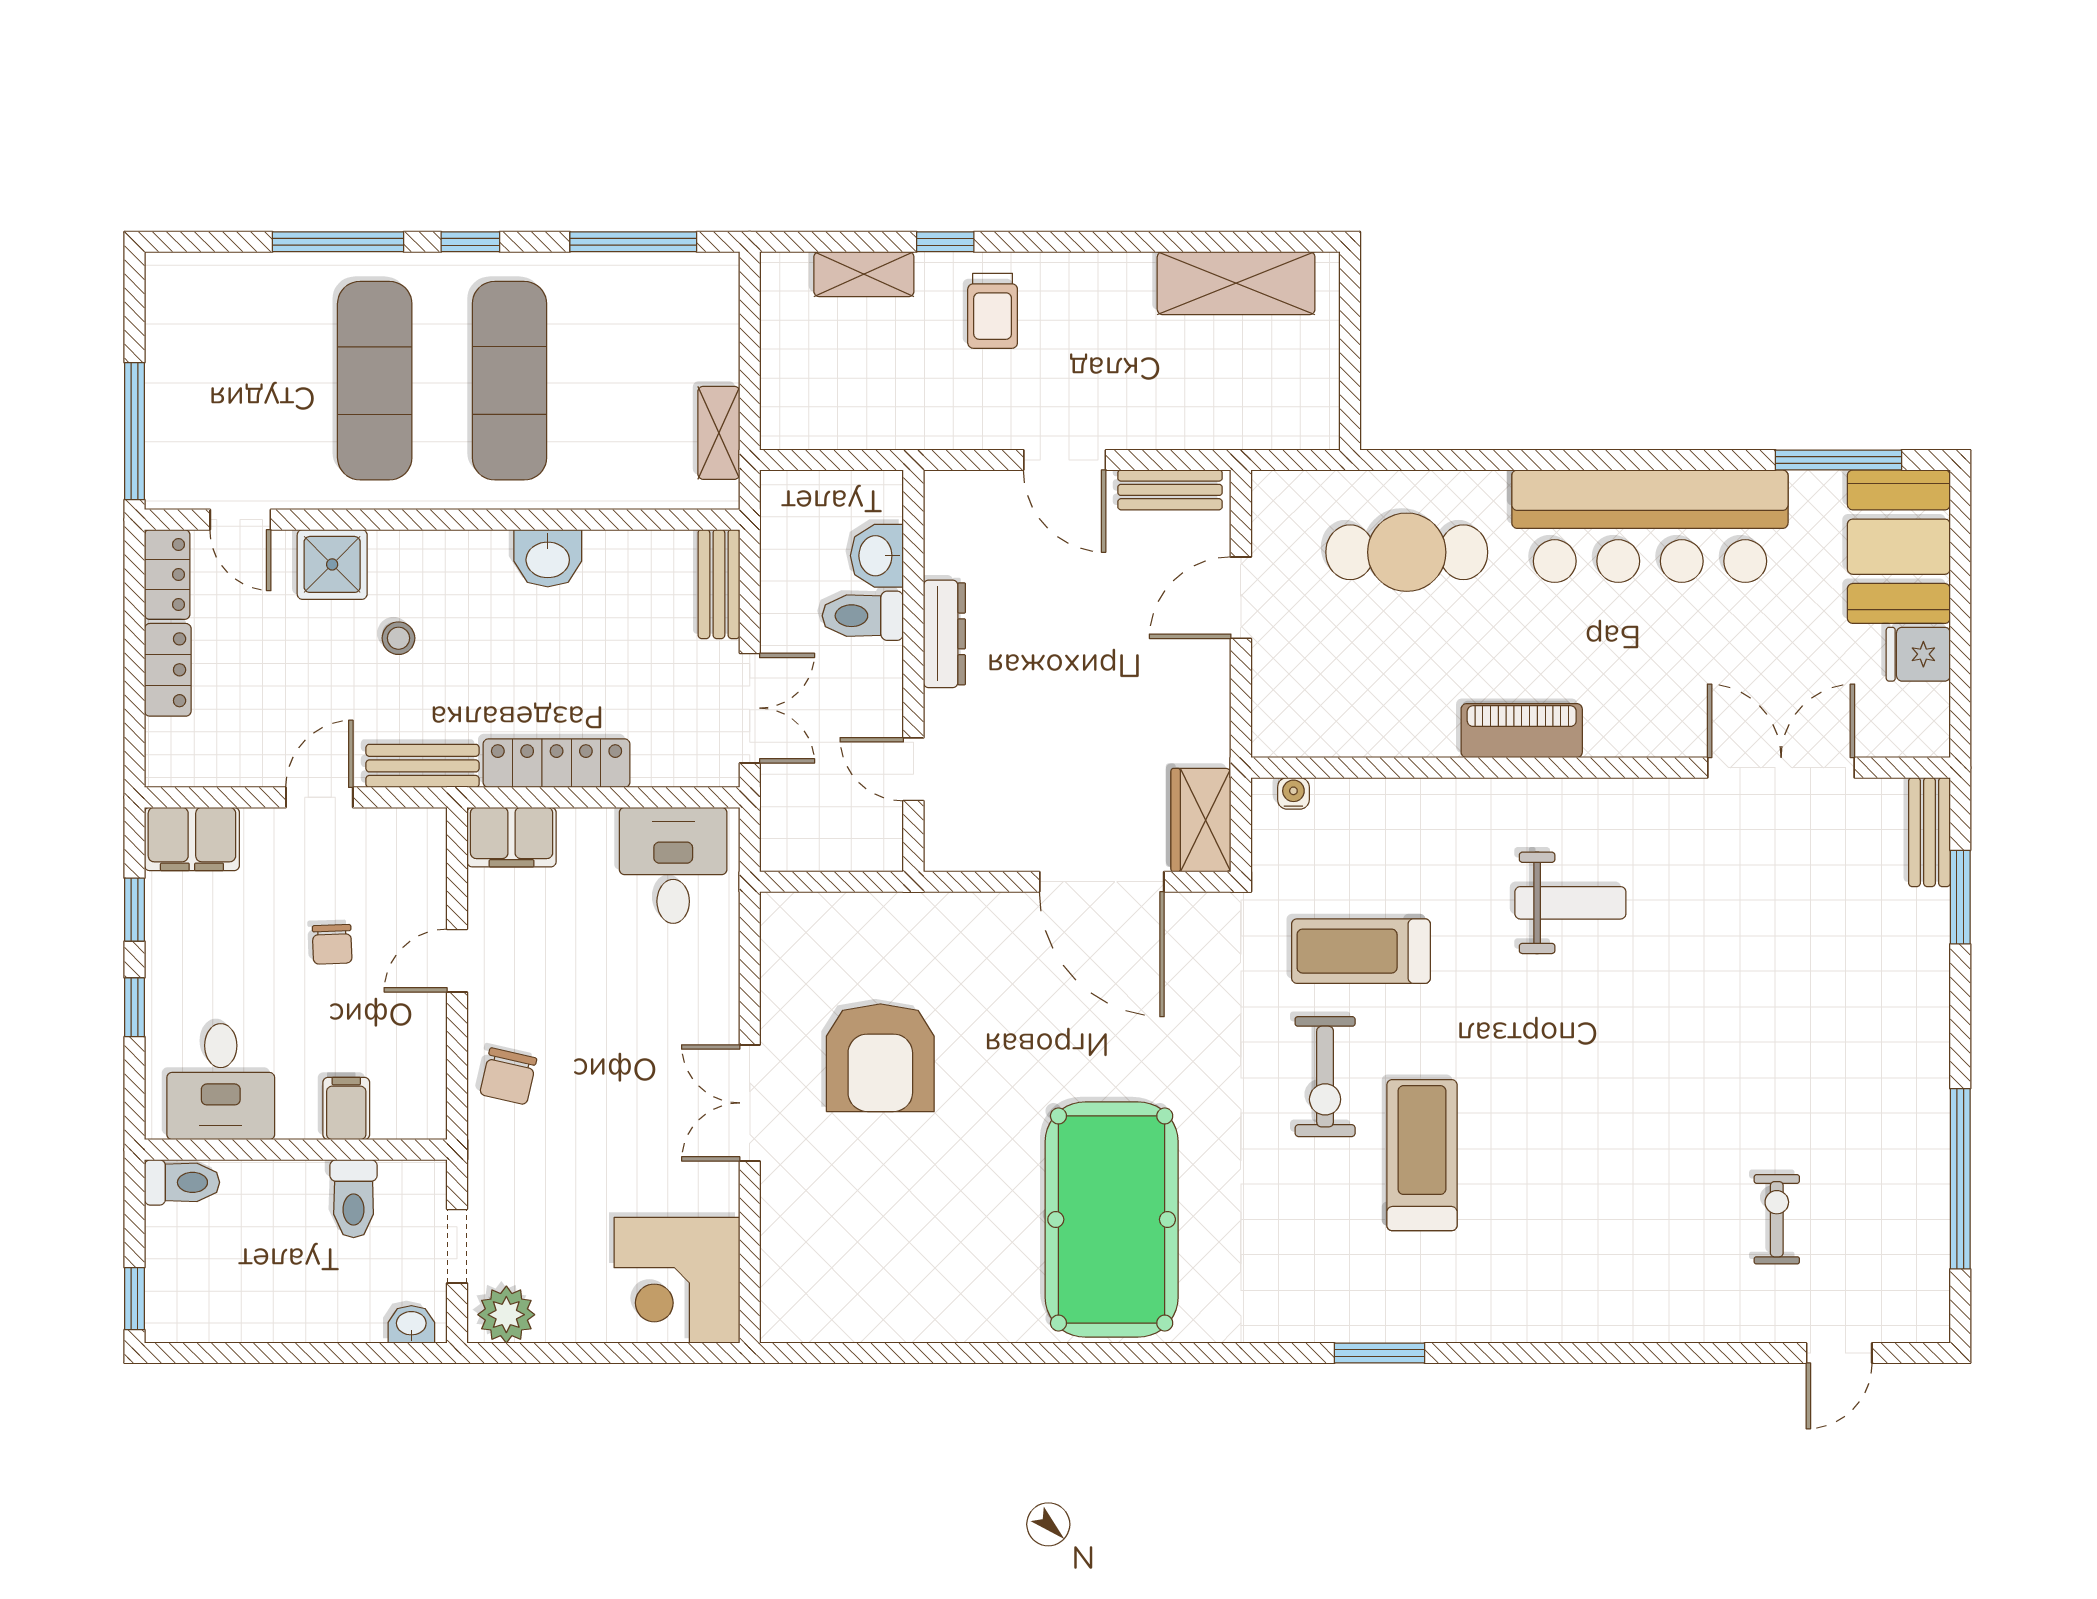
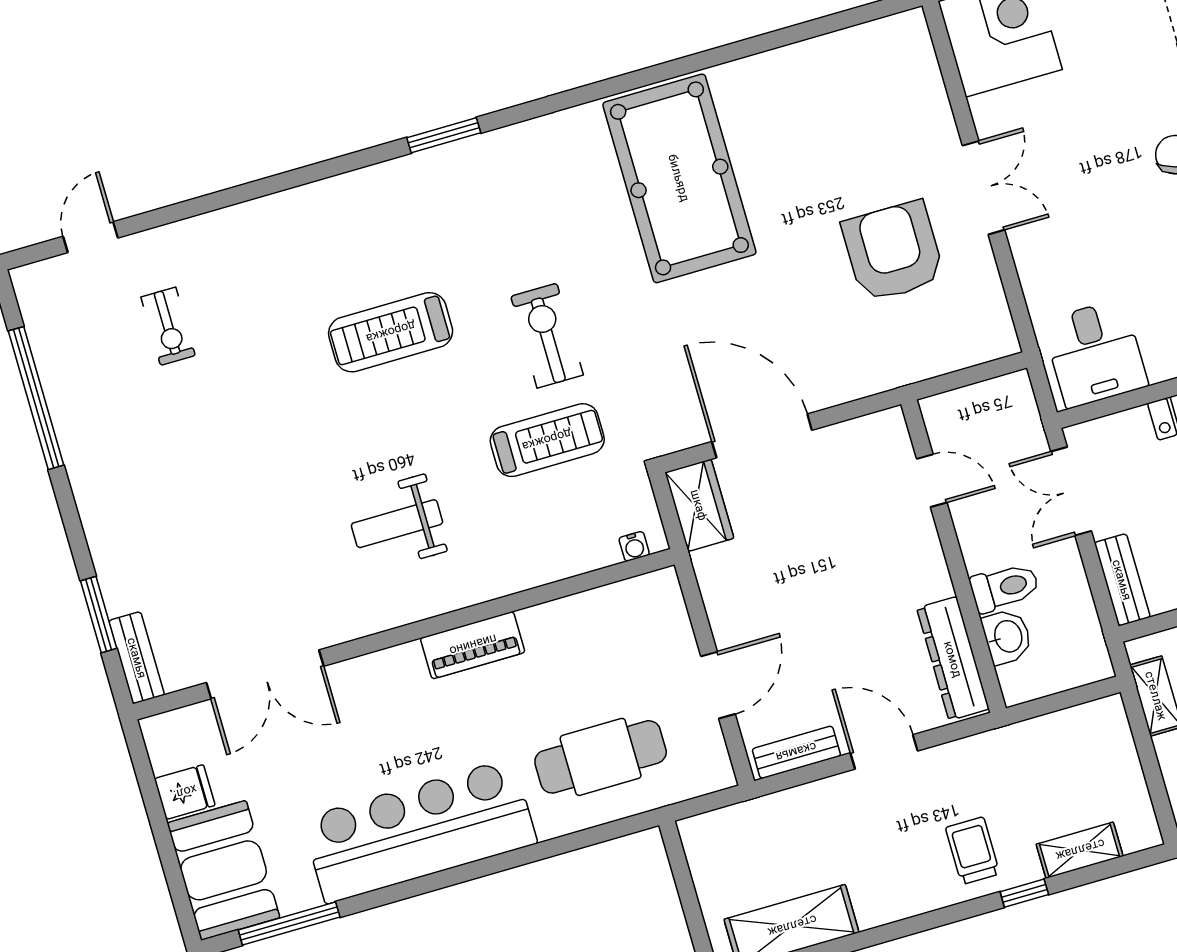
dresser: (944, 634) -> (953, 659), moved, width x1.37, depth x1.24
treadmill: (1422, 1155) -> (391, 332), moved, turned 90

